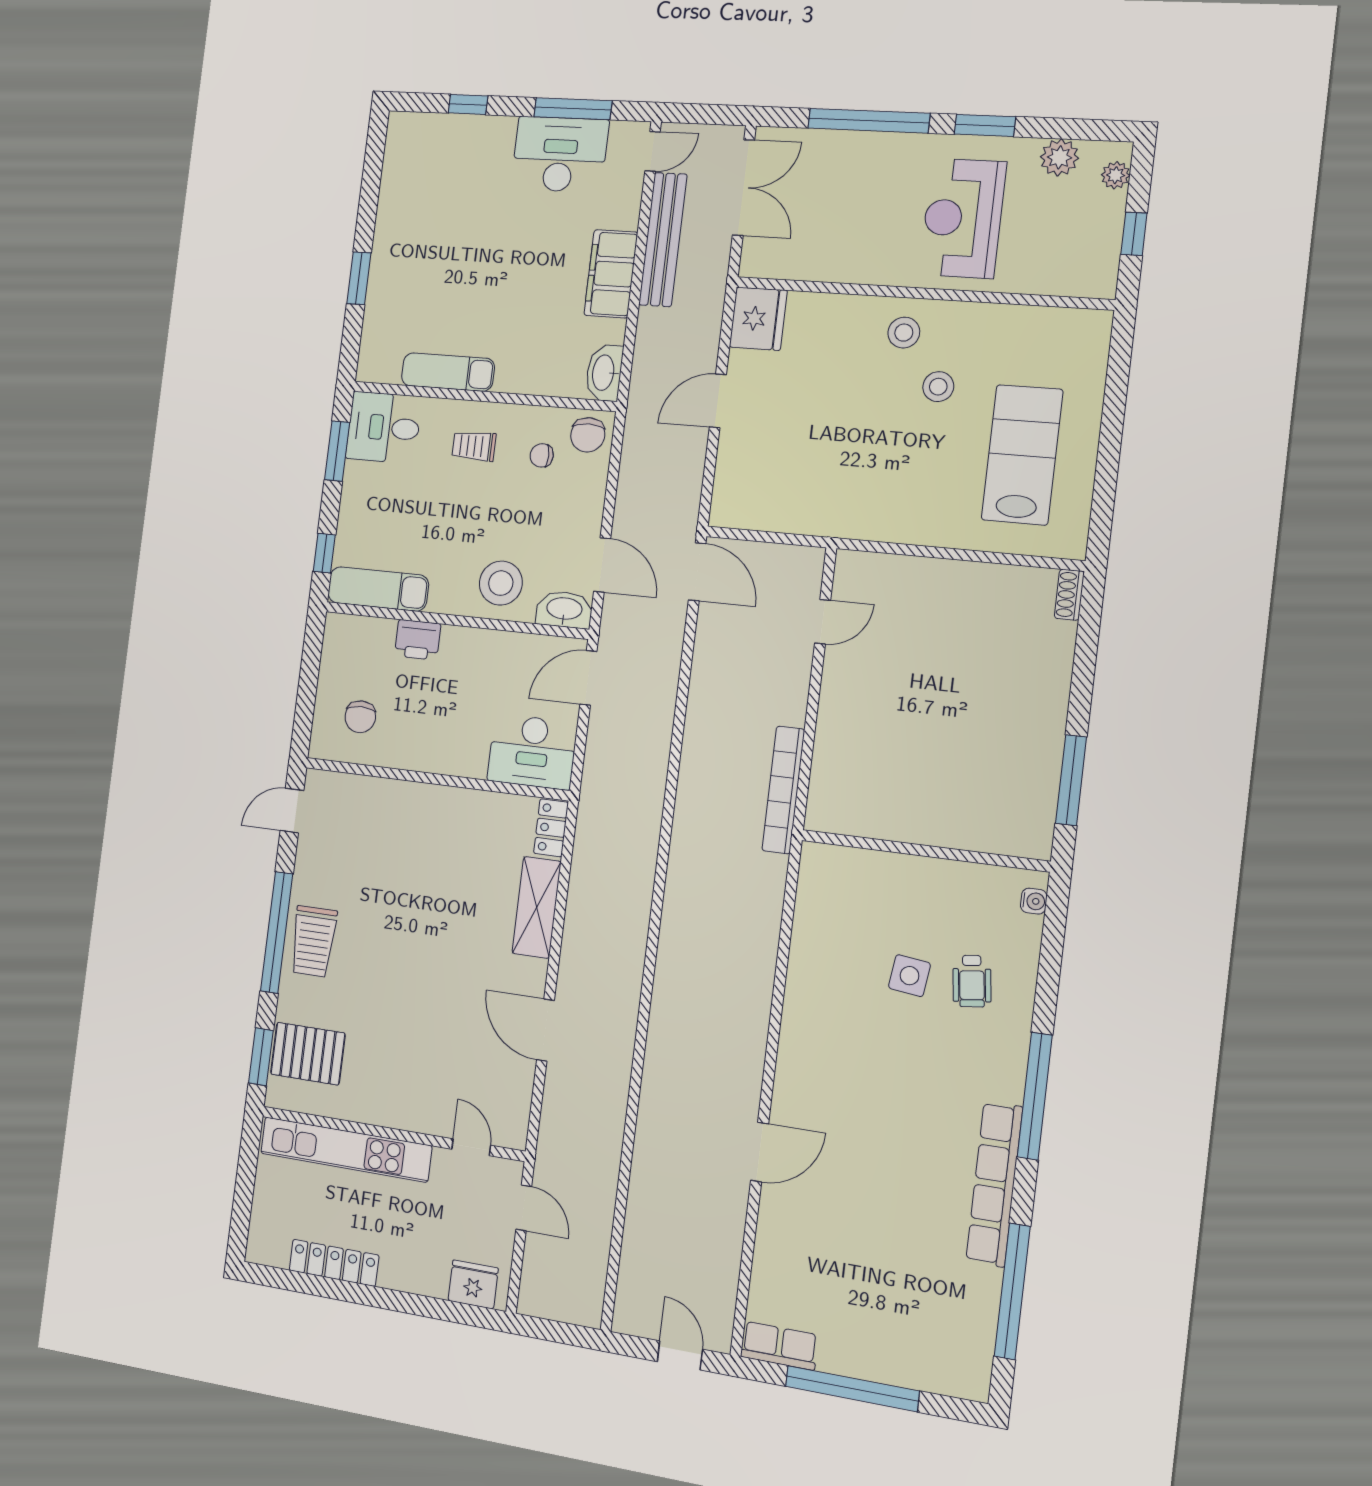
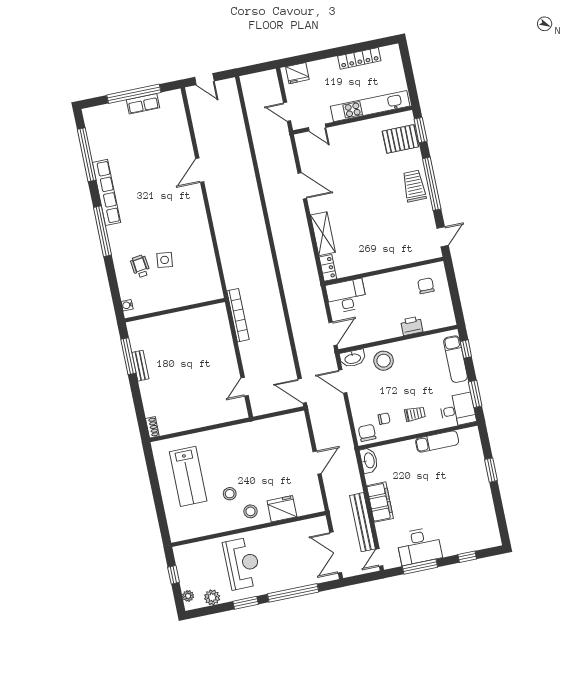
fridge: (758, 319) -> (282, 509), moved, turned 90
exam couch: (378, 589) -> (456, 359), moved, turned 90
bench: (1050, 749) -> (140, 366), added
row of seats: (779, 1346) -> (143, 104), moved

